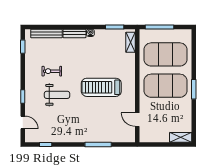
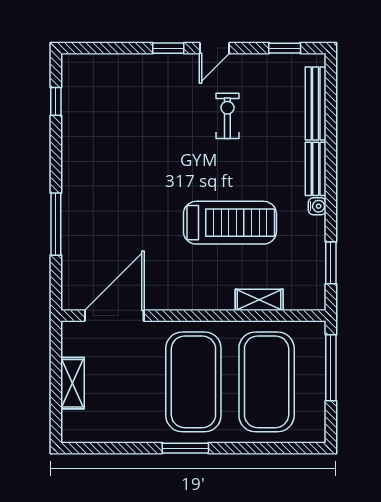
shelving: (130, 42) -> (259, 300), moved
treadmill: (101, 87) -> (230, 223), moved, turned 90
weight bench: (57, 95) -> (172, 128), removed
door: (137, 120) -> (114, 316), width x1.88
door: (23, 122) -> (214, 48), moved
shelving: (181, 137) -> (73, 383), moved

